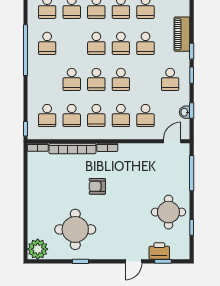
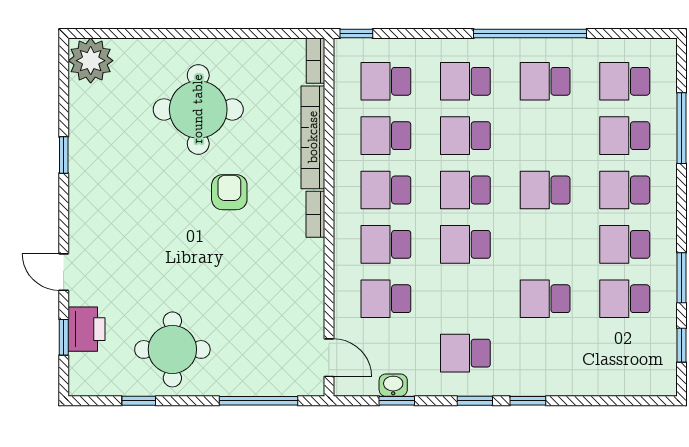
piano: (182, 34) -> (566, 379), removed
school desk: (121, 43) -> (465, 81), moved
round table: (75, 229) -> (198, 109), moved

